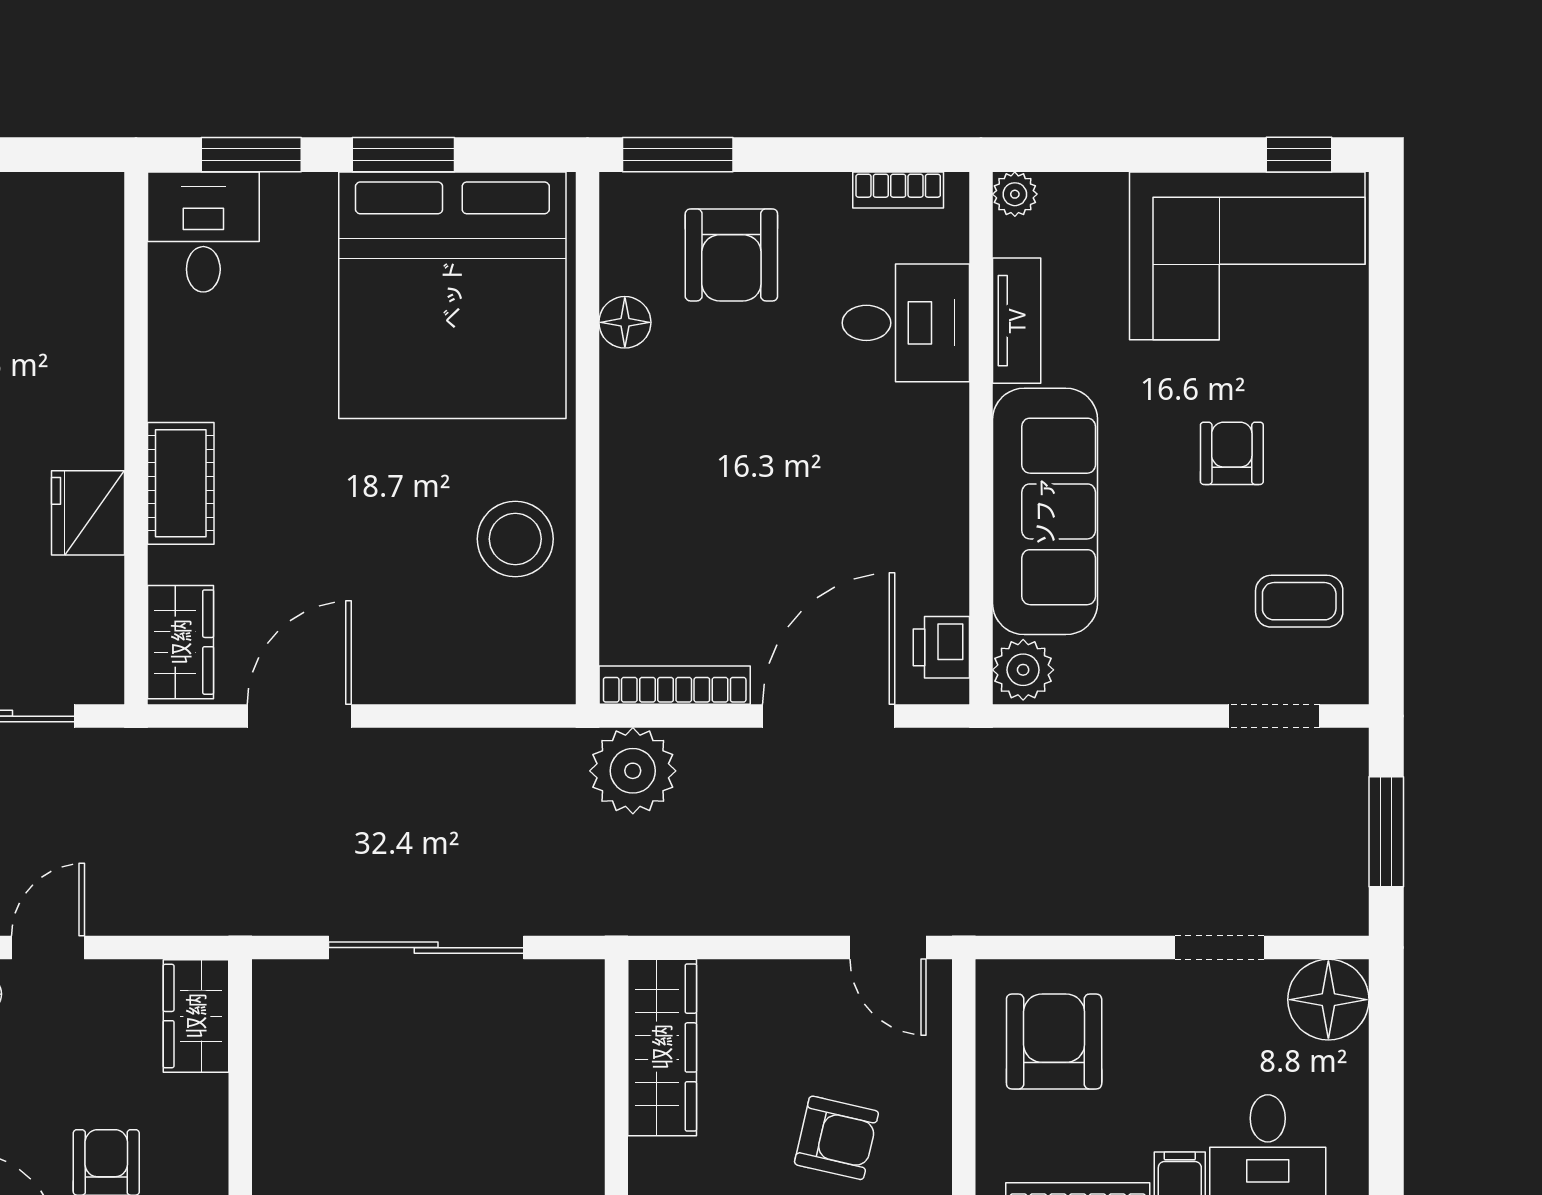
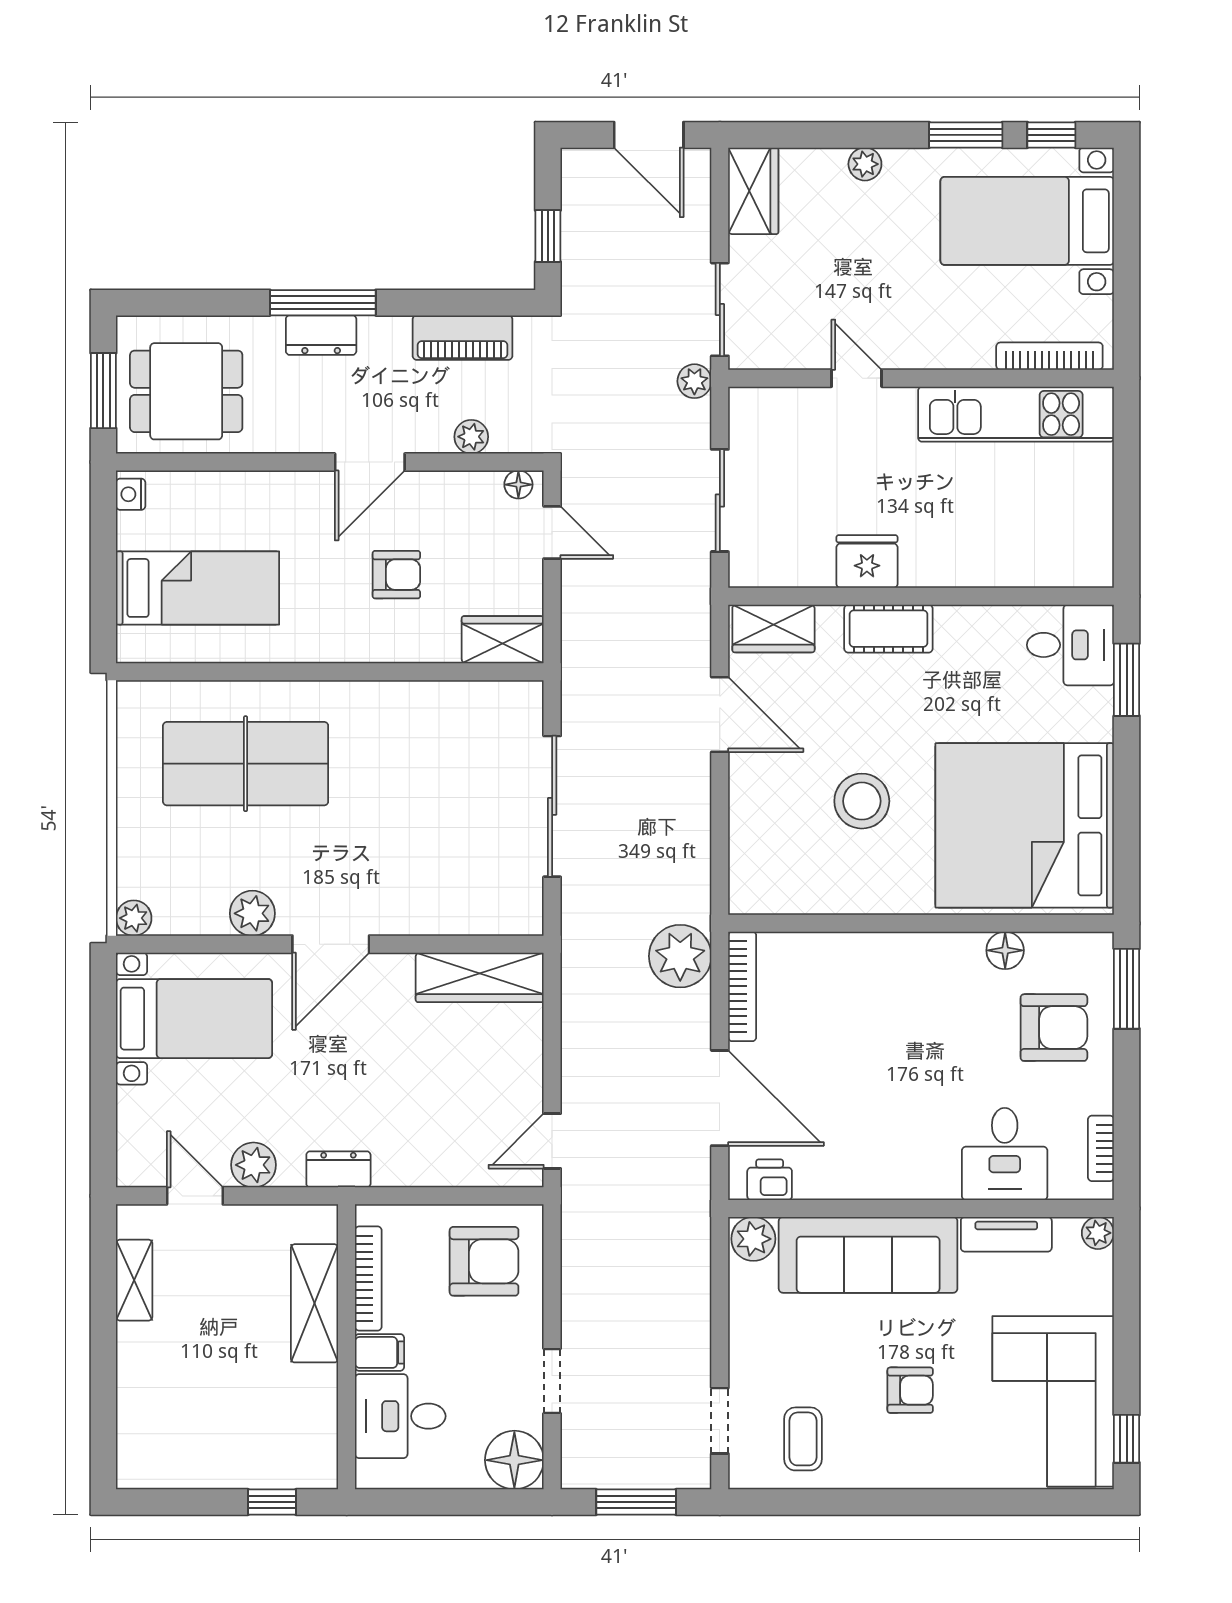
window: (403, 155) -> (1127, 790), removed
armchair: (731, 255) -> (1054, 1028), turned 180
stool: (515, 539) -> (862, 801), moved
armchair: (836, 1138) -> (414, 1104), removed

